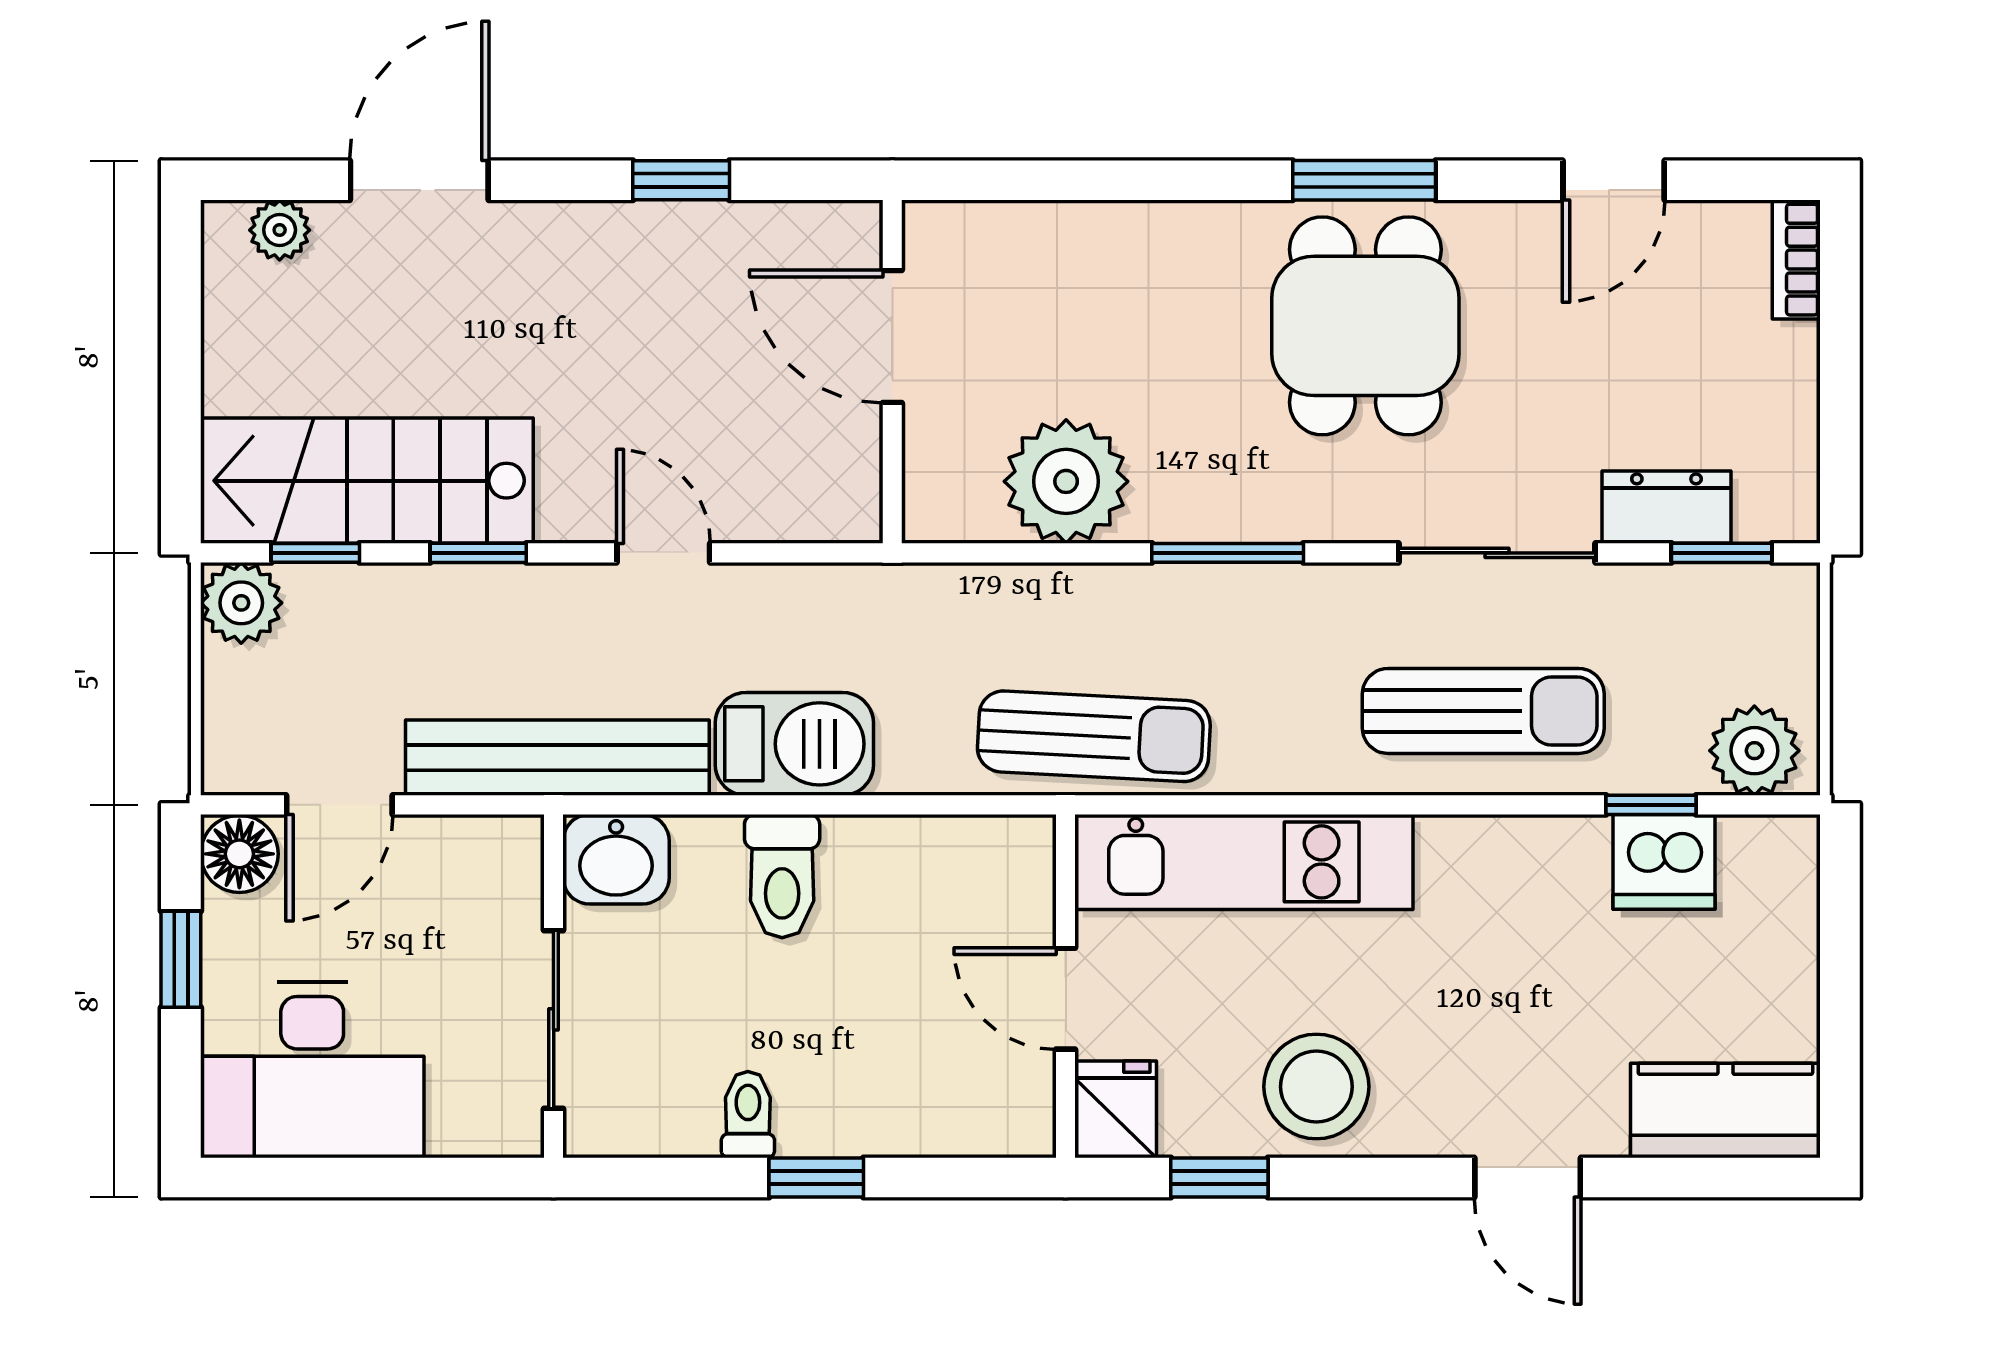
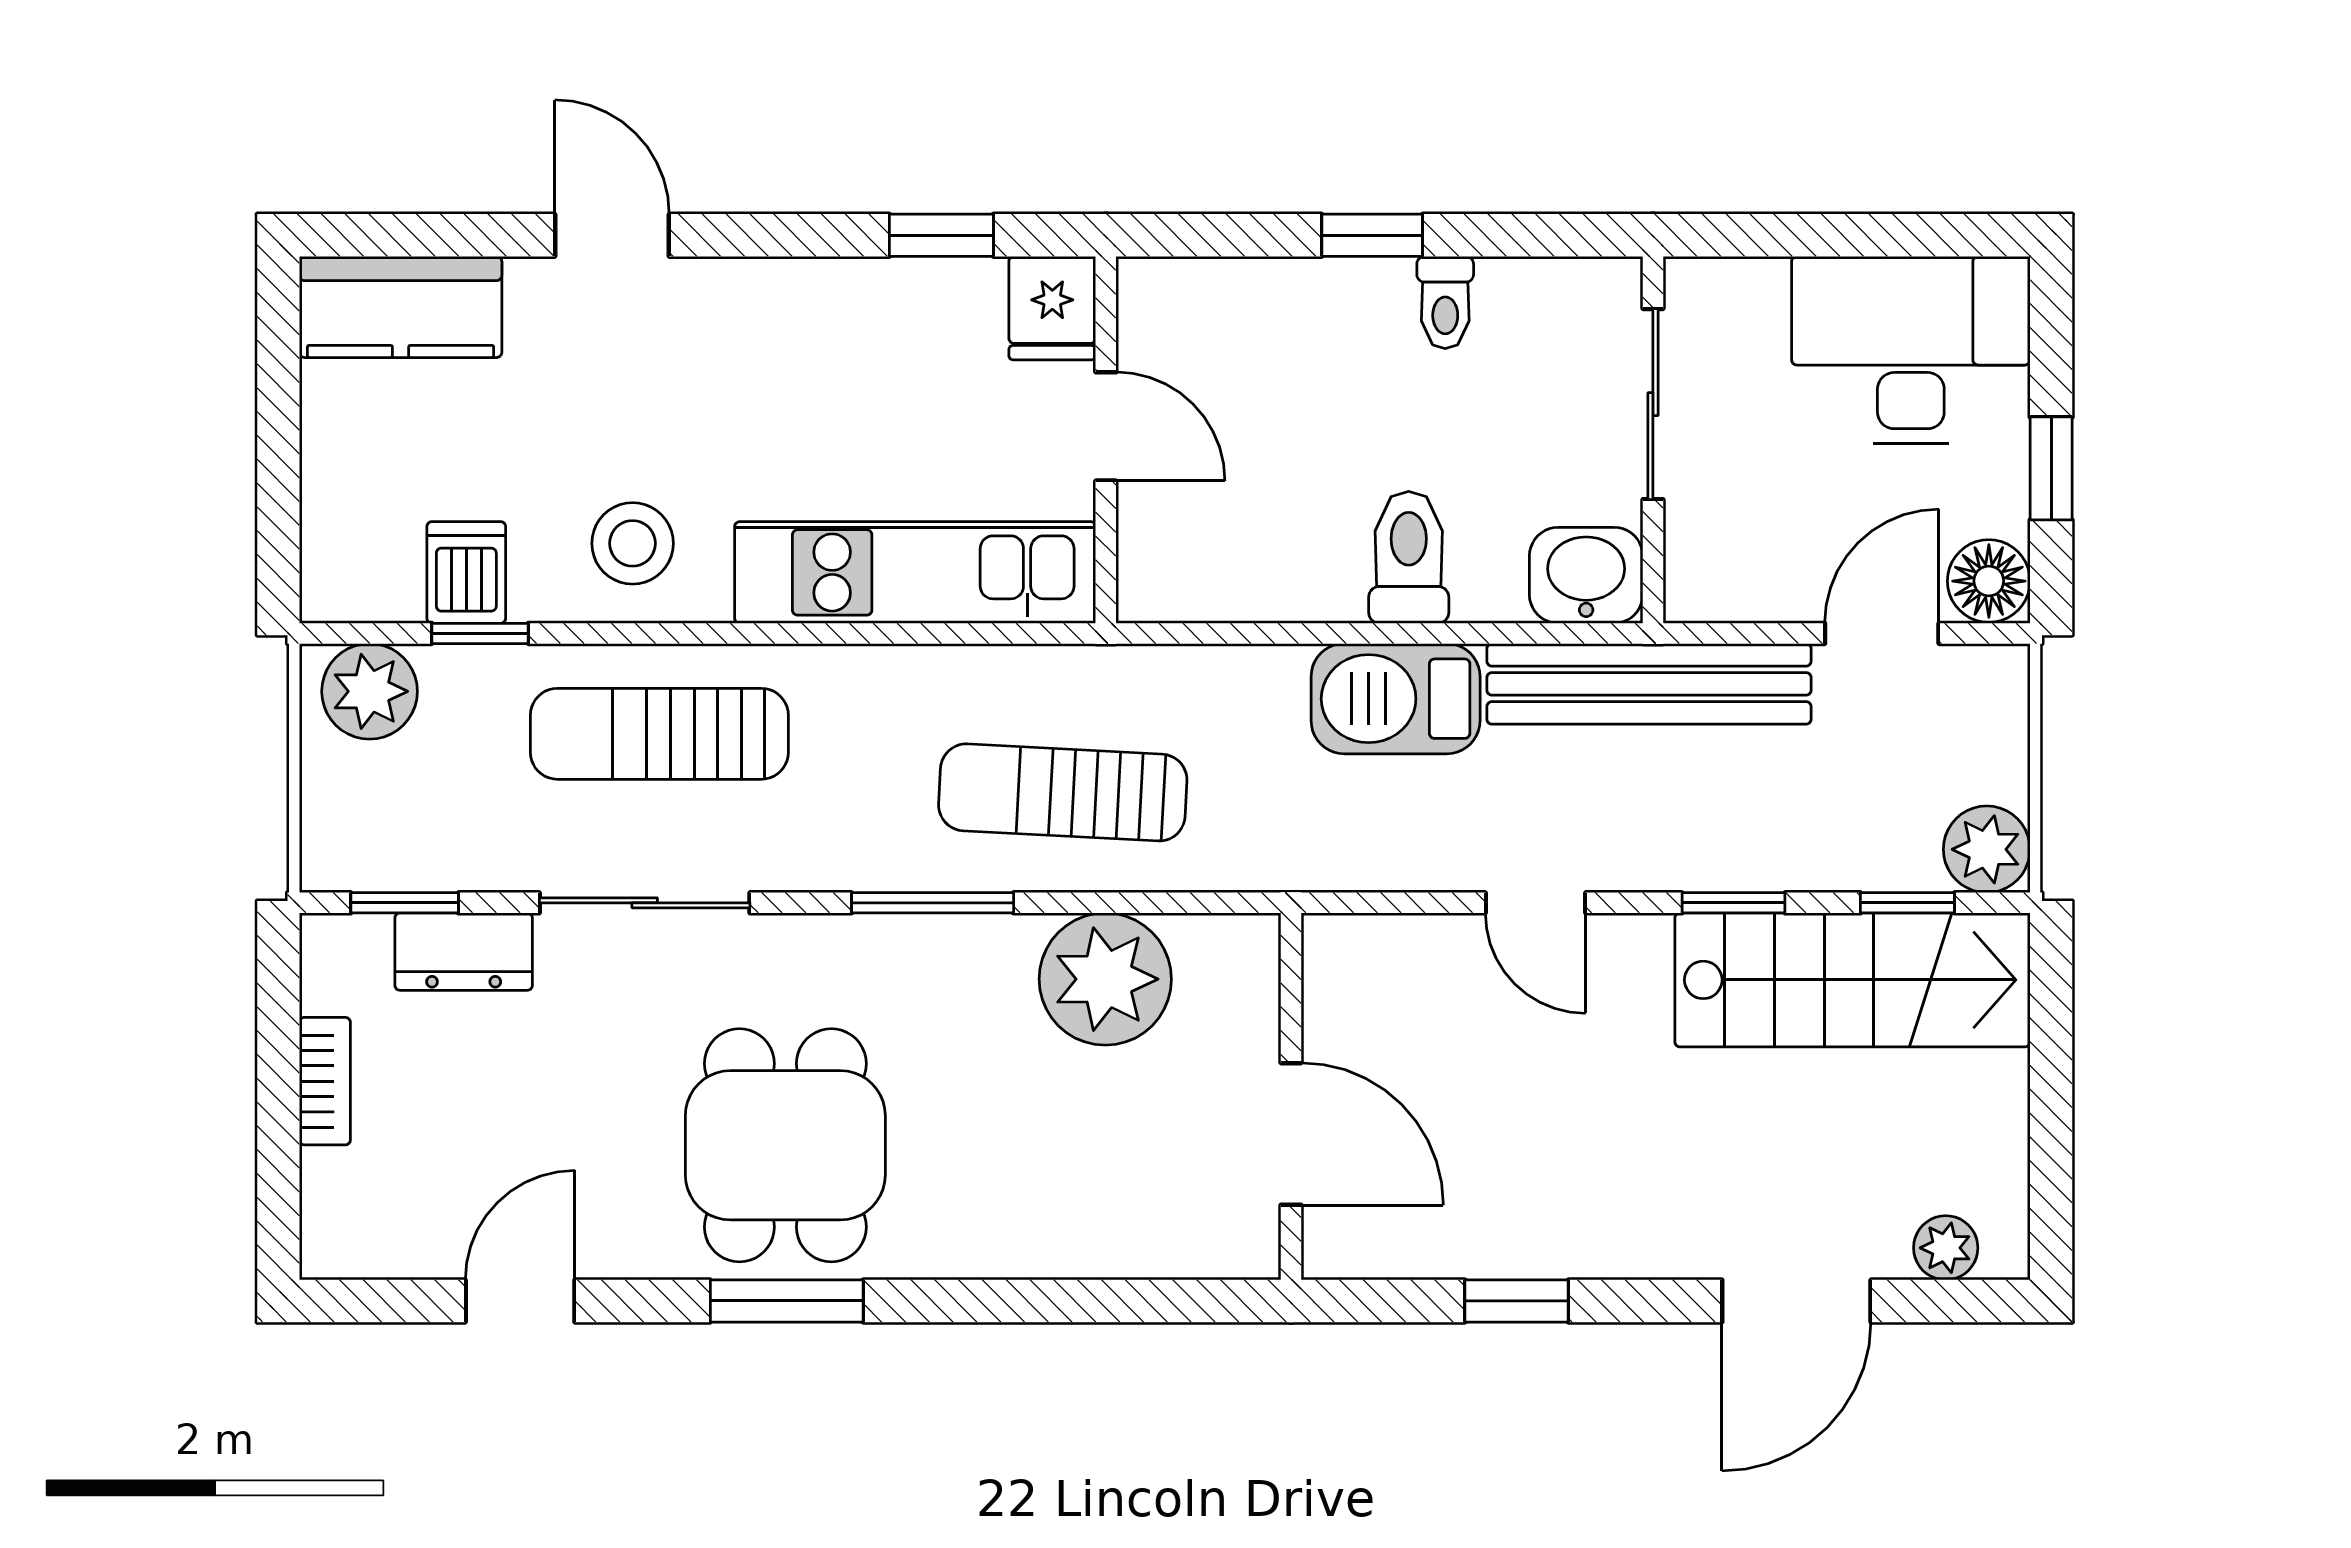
bookcase: (1796, 260) -> (325, 1081), moved
sun lounger: (1094, 736) -> (1063, 792), moved
dishwasher: (1664, 862) -> (466, 572), width x0.73
stool: (1316, 1087) -> (633, 543), moved, width x0.73, depth x0.73

